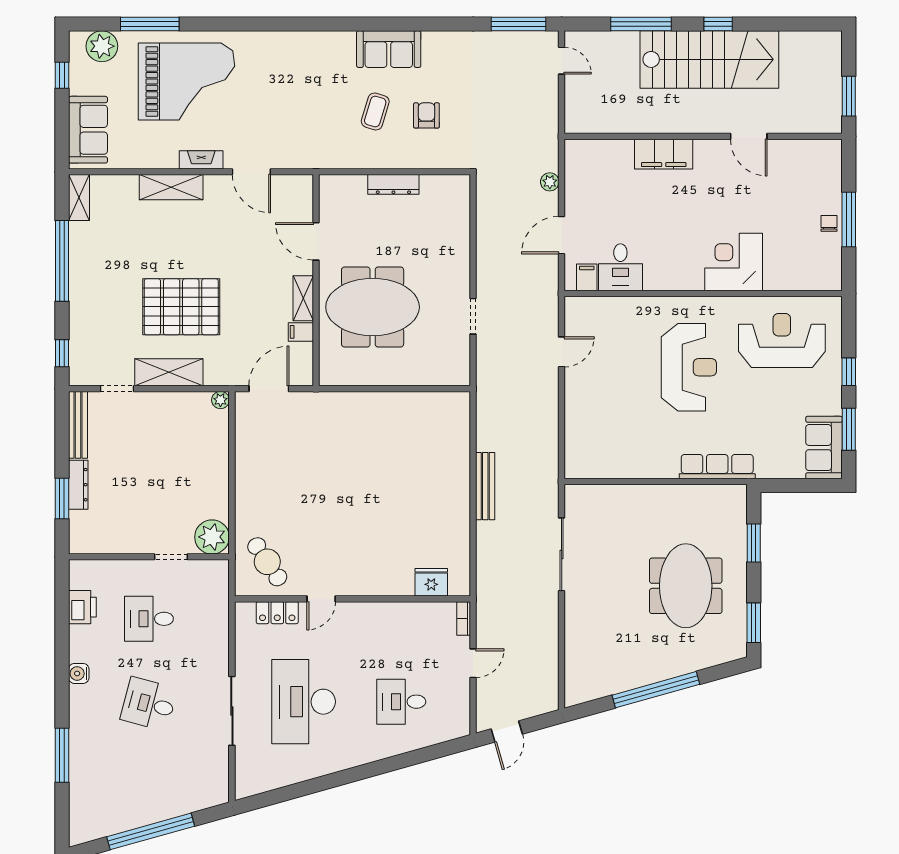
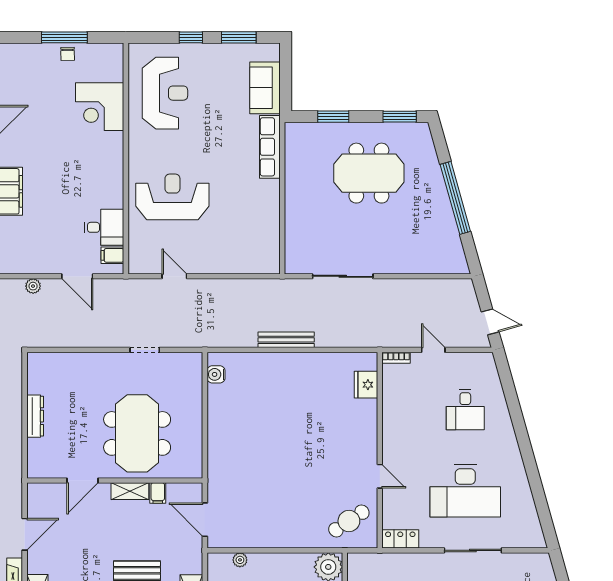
chair: (829, 223) -> (68, 54), turned -91
corner desk: (734, 262) -> (100, 107), moved
reception desk: (782, 340) -> (165, 93), turned 180
reception desk: (689, 367) -> (172, 197), moved
plant: (220, 400) -> (240, 560), moved
water cooler: (444, 402) -> (216, 374), added
sofa: (824, 448) -> (265, 88), moved, turned 90
locker: (277, 613) -> (400, 539), moved, turned -90

